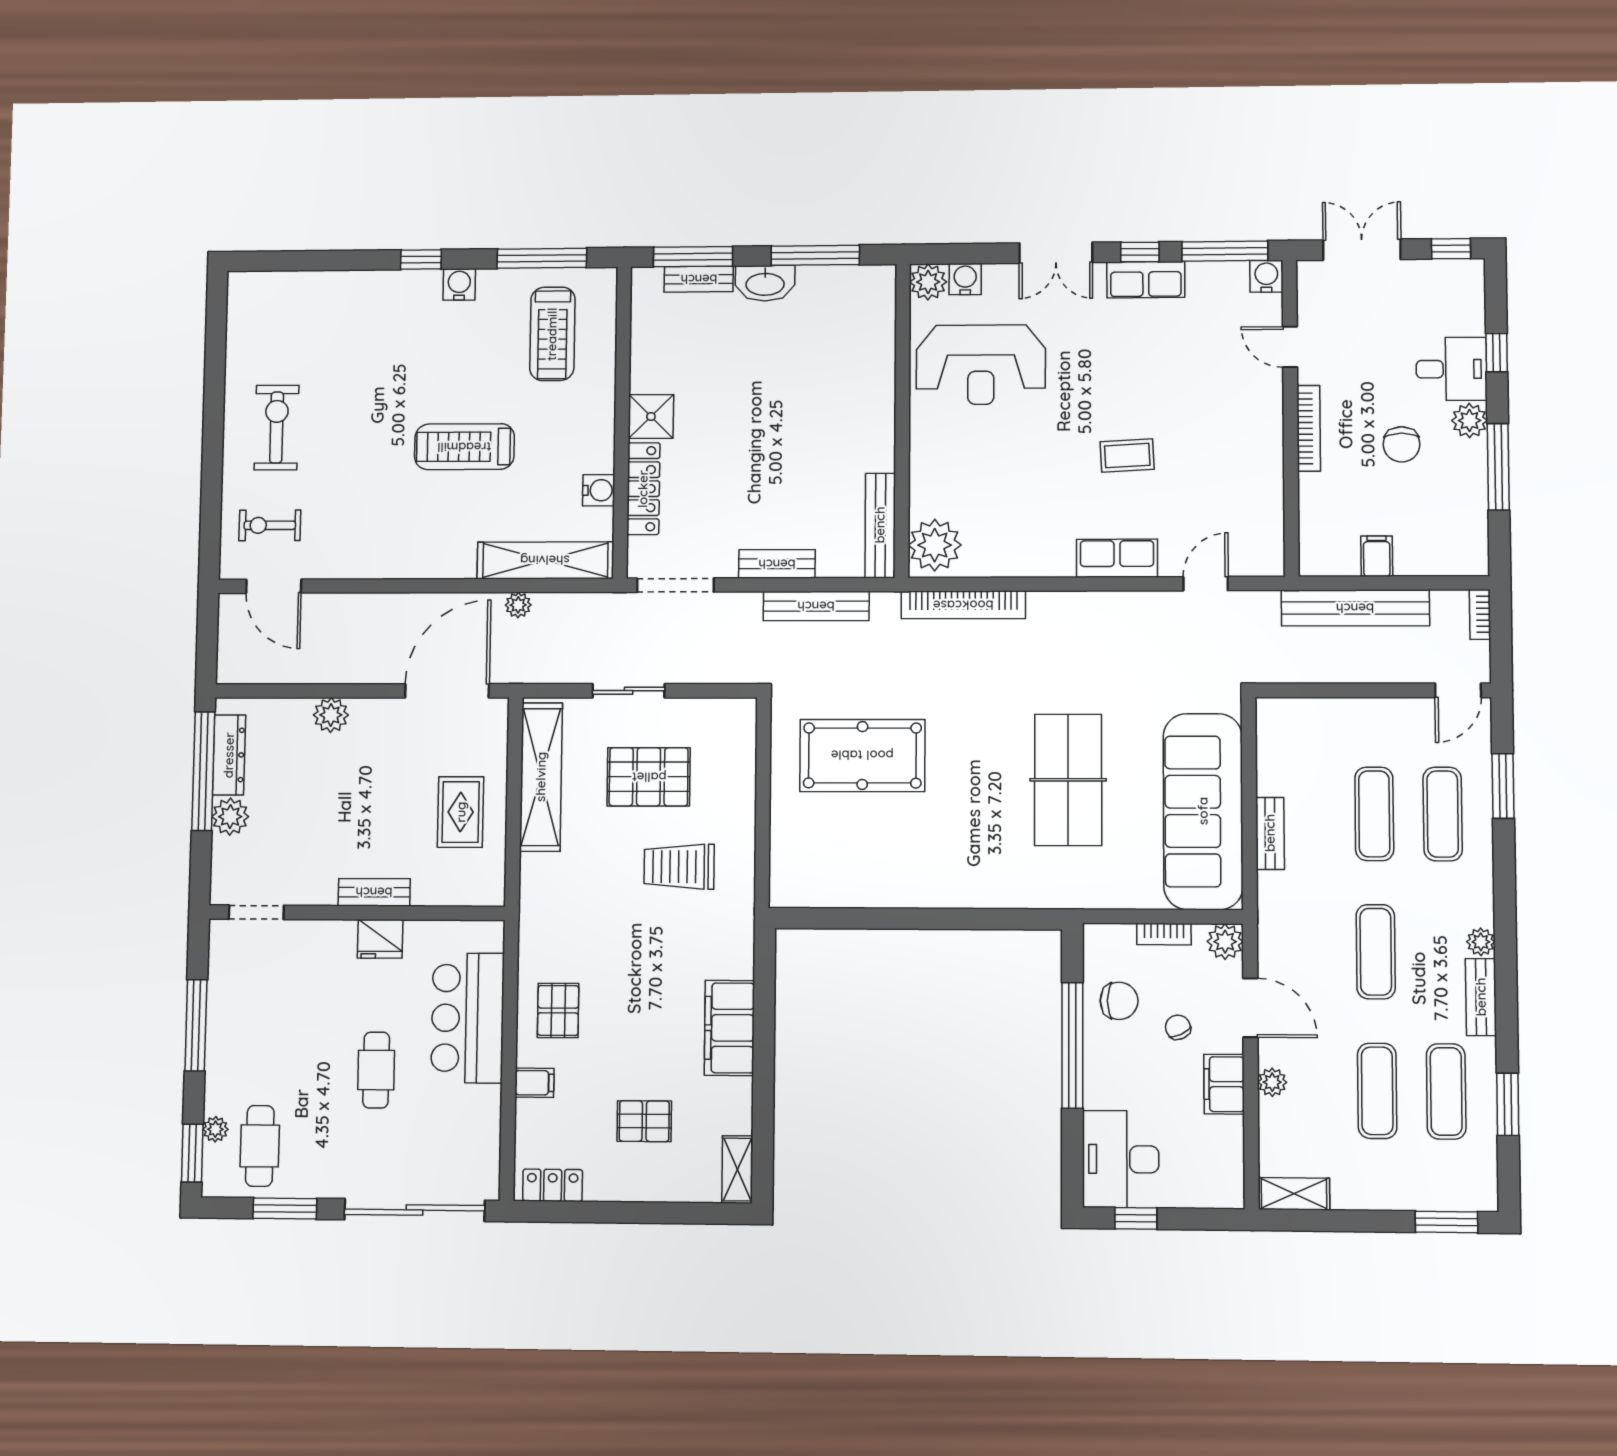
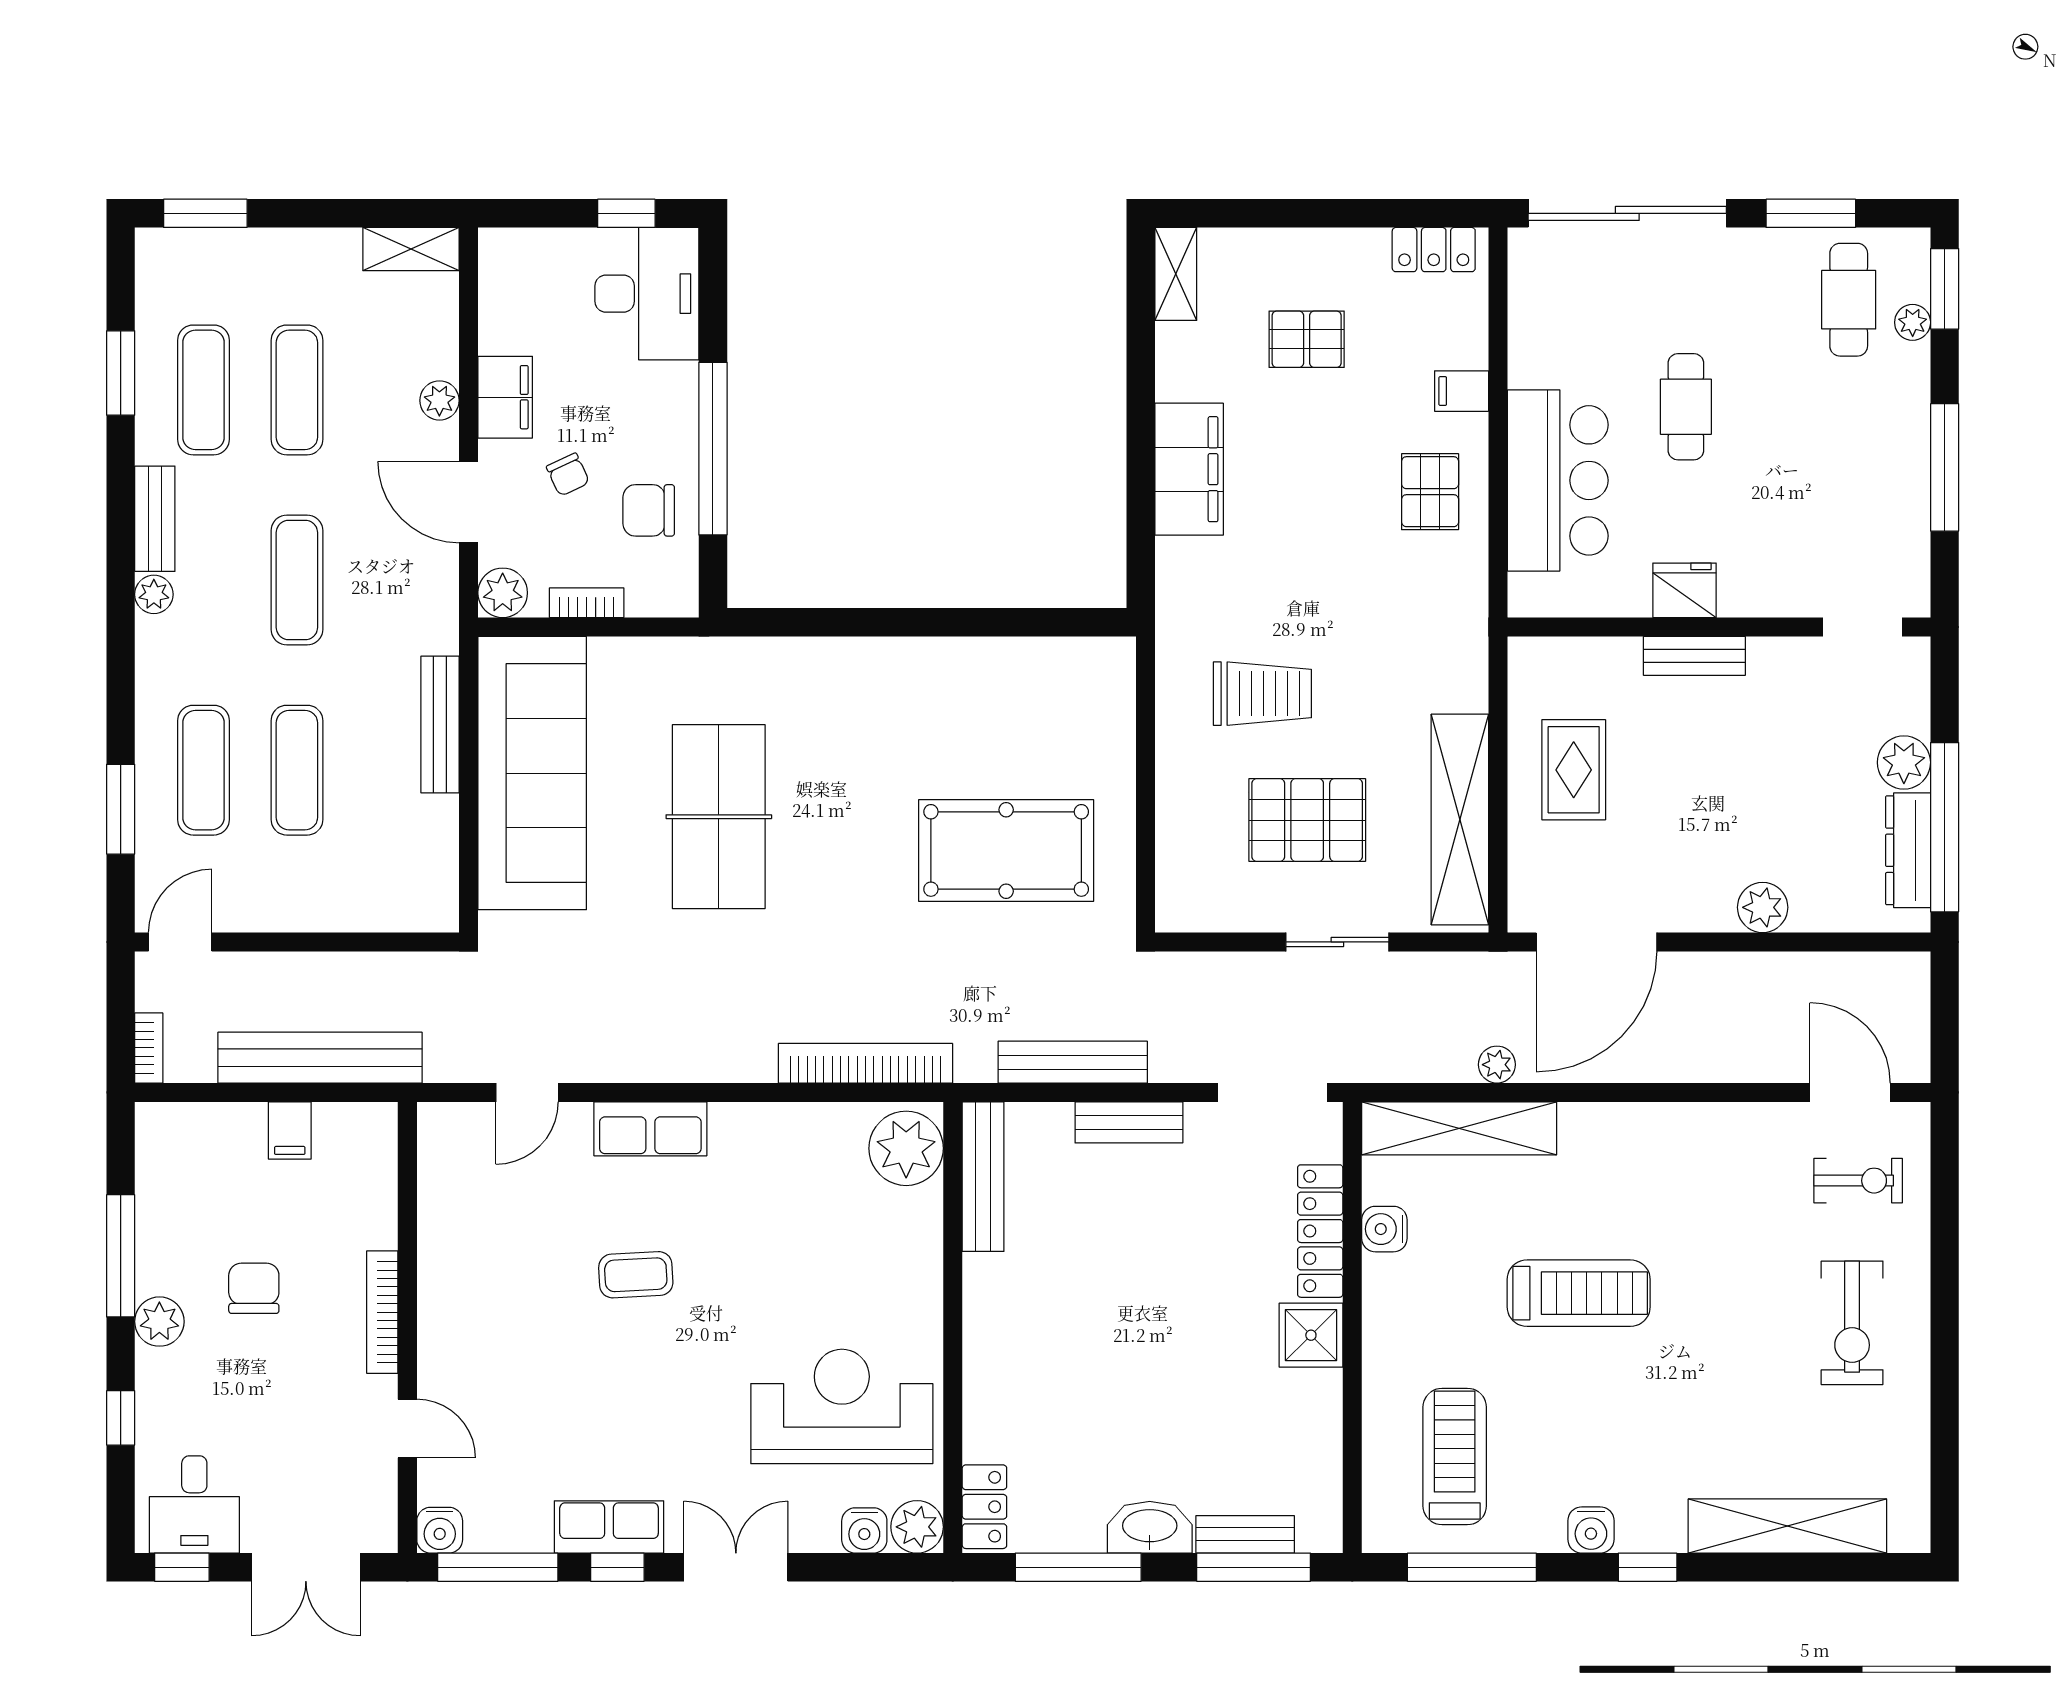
shelving: (324, 288) -> (1787, 1526), added
locker: (881, 296) -> (984, 1507), added
desk: (1451, 369) -> (194, 1504), moved, turned -90
bench: (1270, 833) -> (440, 724), width x1.36

